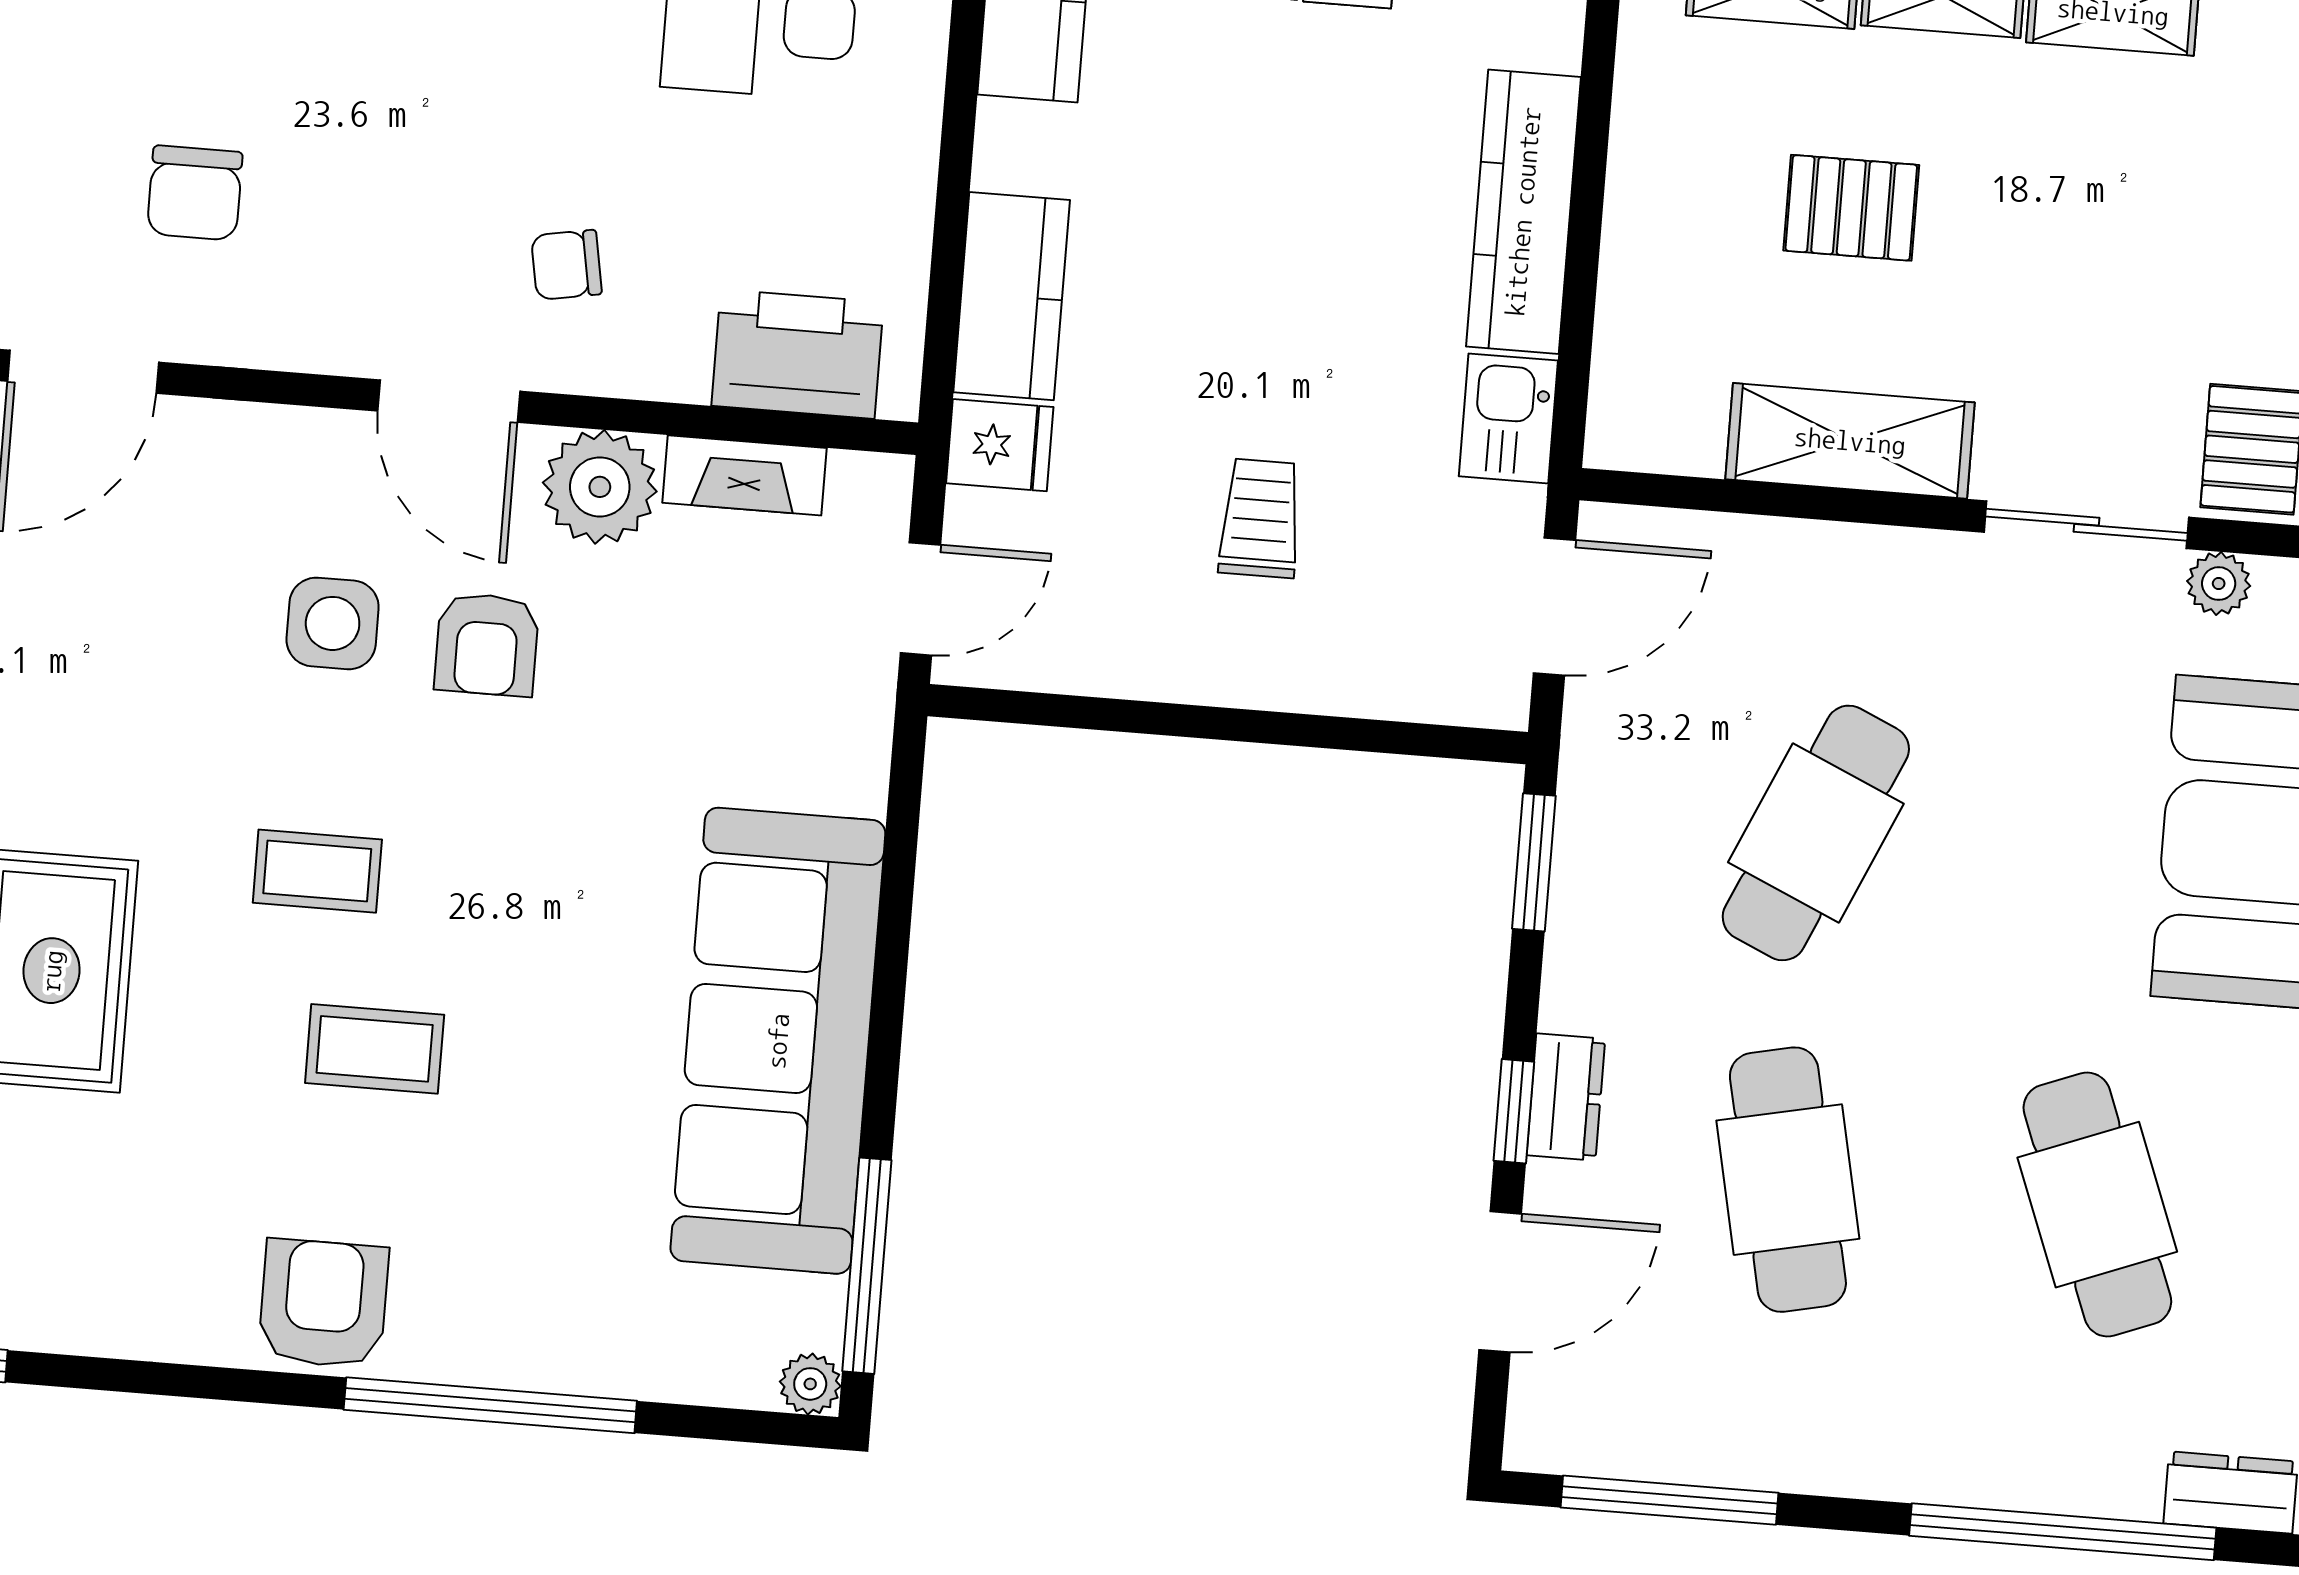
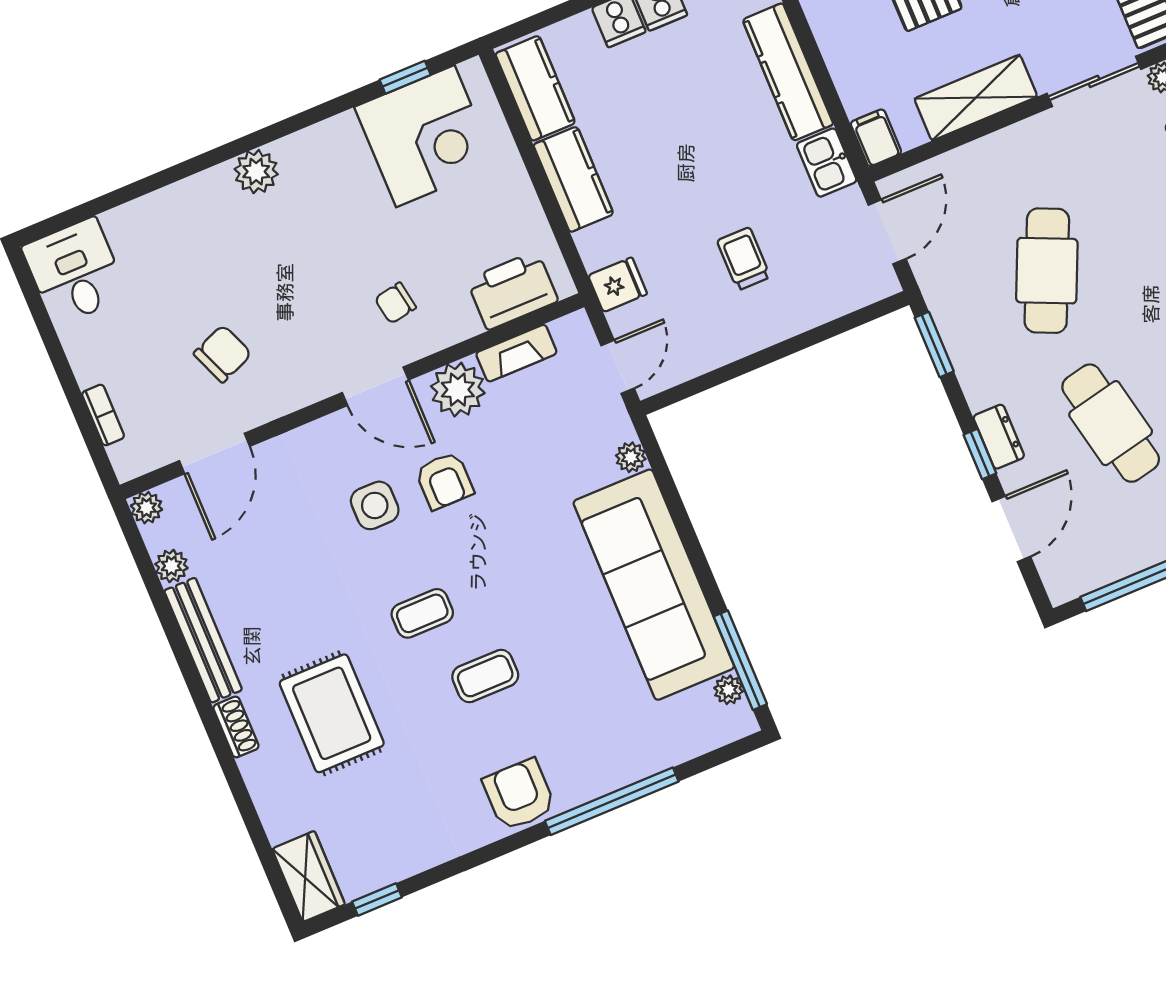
chair: (195, 193) -> (223, 354), turned -112
kitchen counter: (1012, 296) -> (573, 179), moved
filing cabinet: (1624, 420) -> (876, 138), added
plant: (858, 780) -> (631, 457), added
plant: (810, 1384) -> (729, 690), moved

